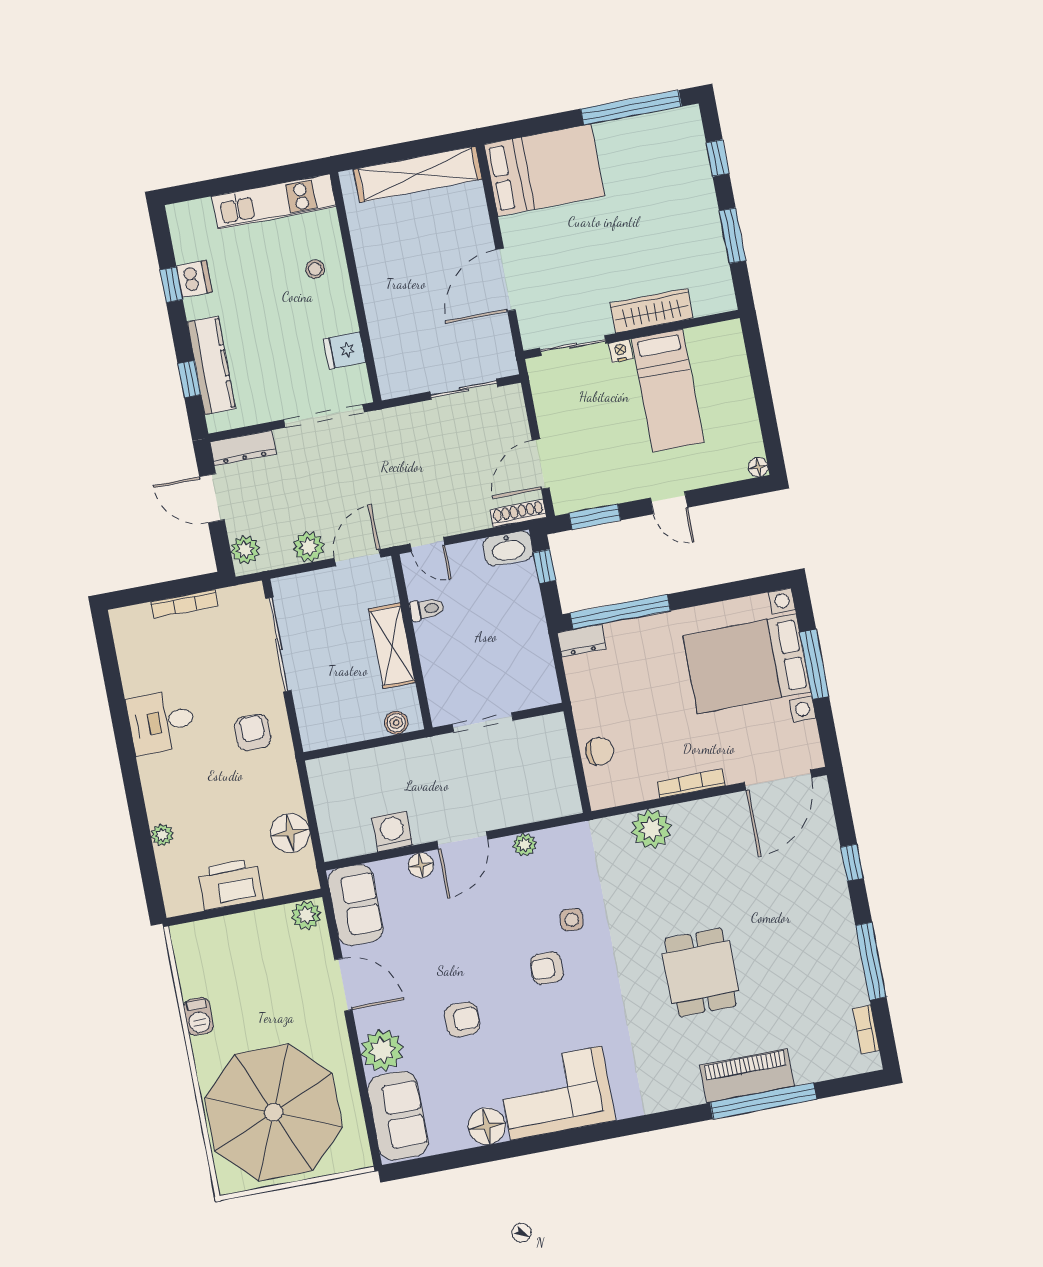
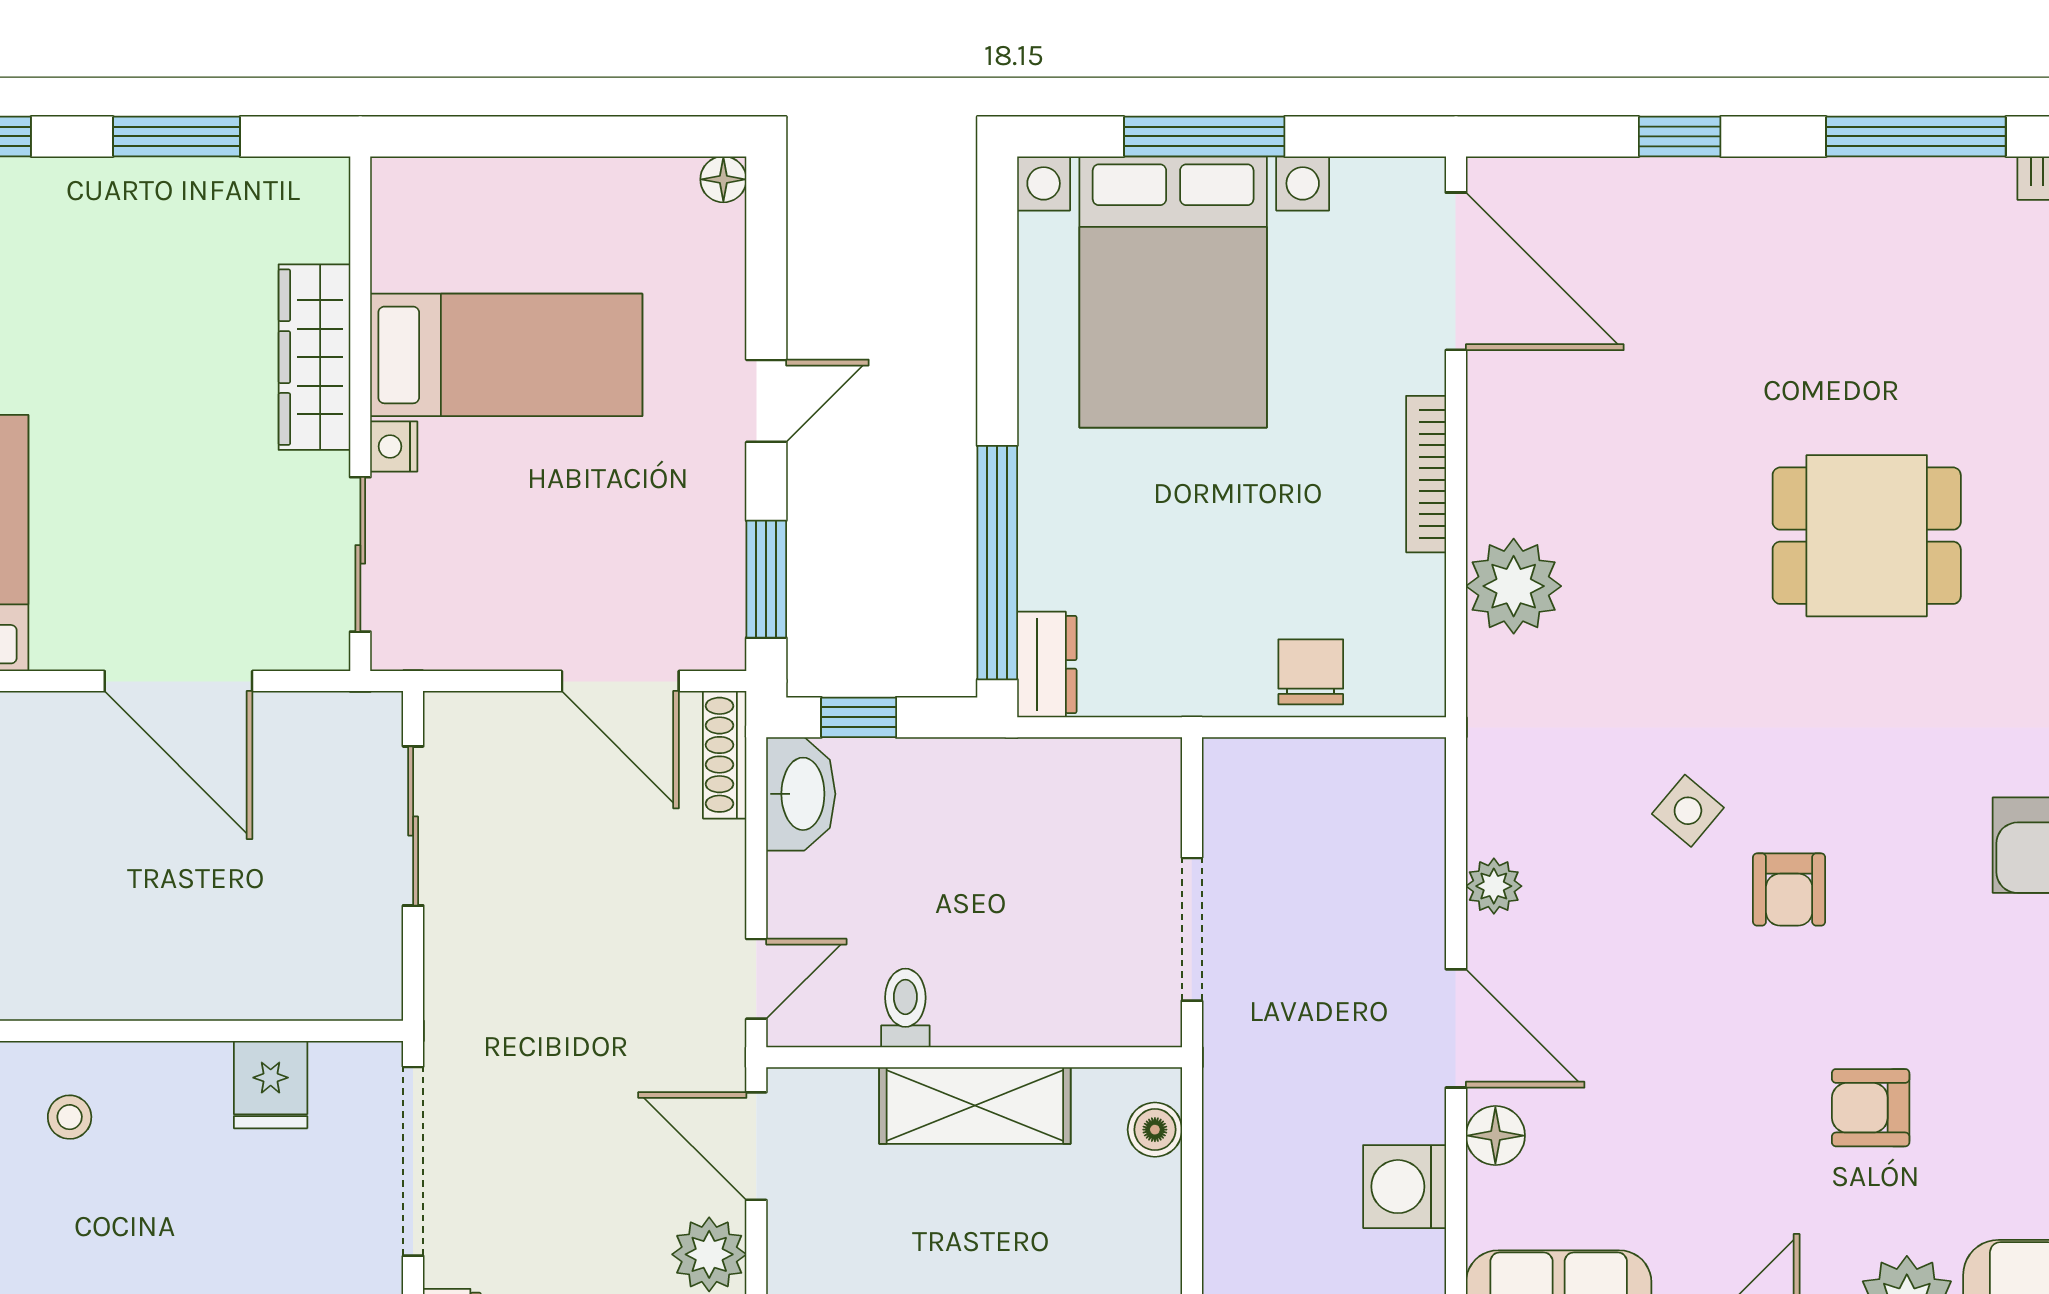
side table: (572, 920) -> (1688, 811), turned 34
armchair: (462, 1019) -> (1871, 1108), turned -91

